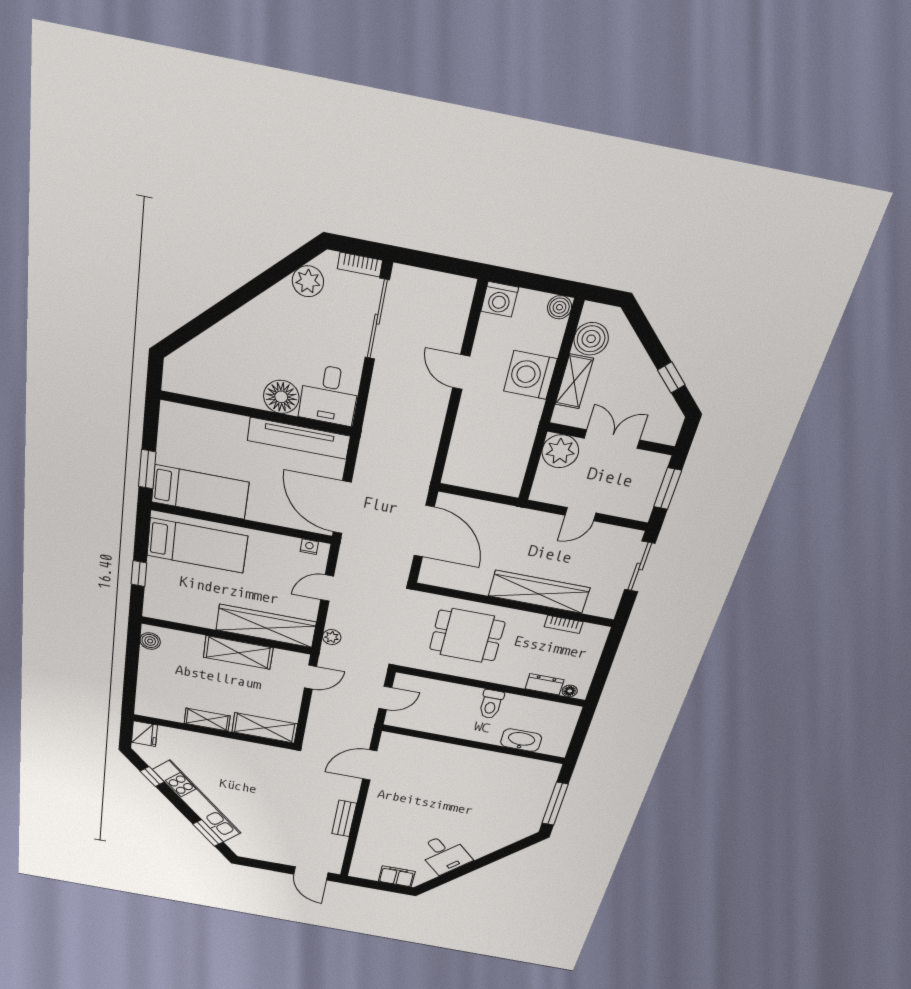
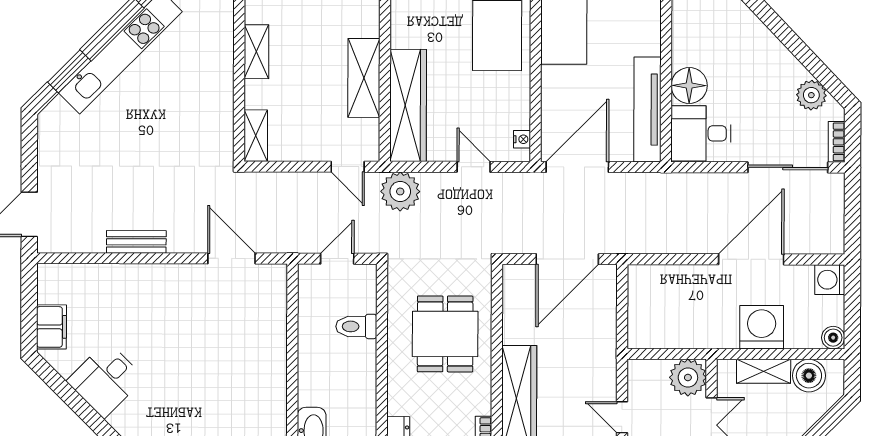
door: (461, 372) -> (751, 259), width x1.88
plant: (332, 637) -> (400, 191), width x1.87, depth x1.87
door: (385, 698) -> (337, 259), swing flipped
toilet: (491, 704) -> (356, 326), moved
shelving: (265, 728) -> (256, 136), width x0.67, depth x0.75

